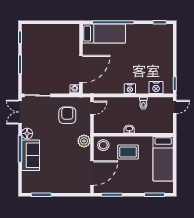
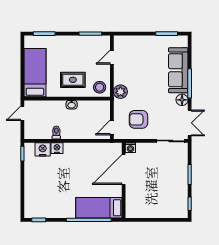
nightstand: (130, 89) -> (57, 148), moved
door: (175, 107) -> (22, 113), moved
armchair: (67, 115) -> (138, 119), turned 90
sofa: (31, 155) -> (178, 70), width x1.36
door: (92, 173) -> (112, 57), width x0.53

